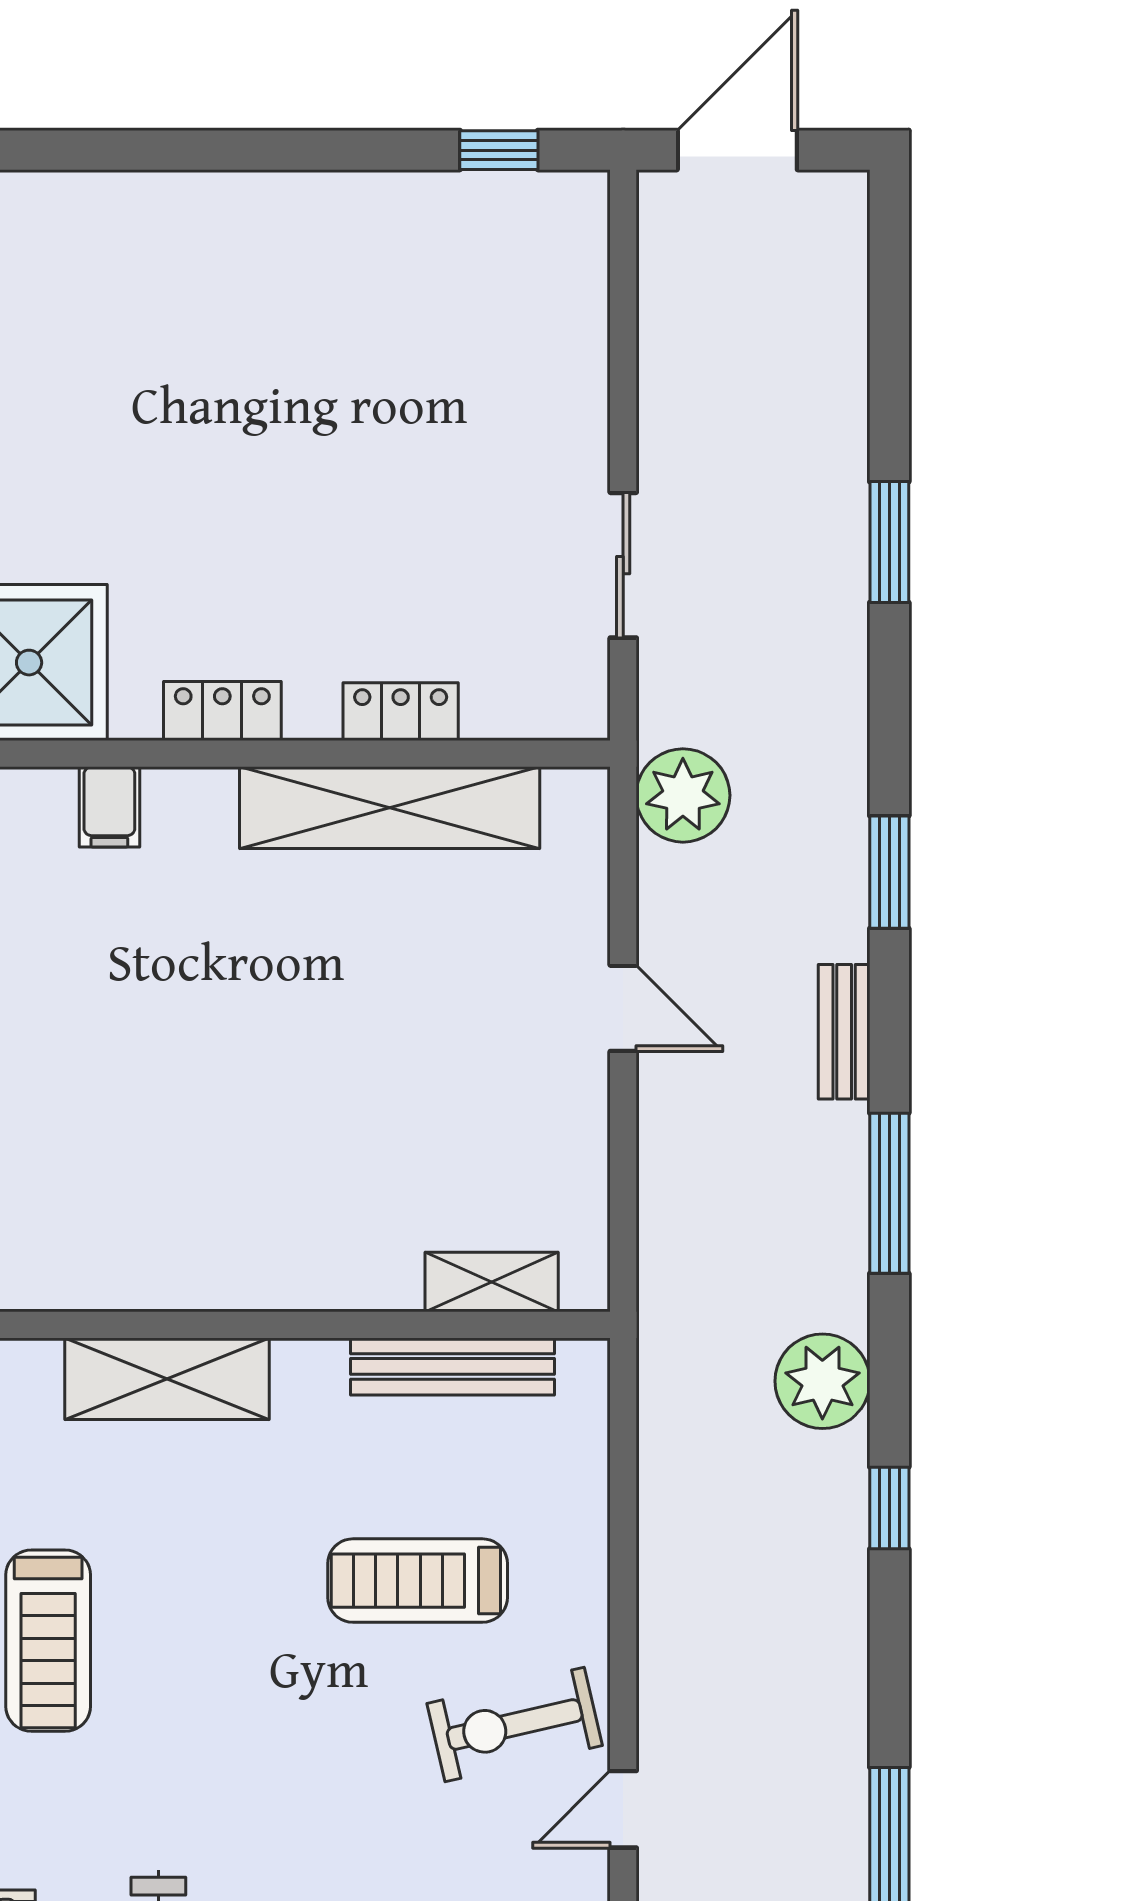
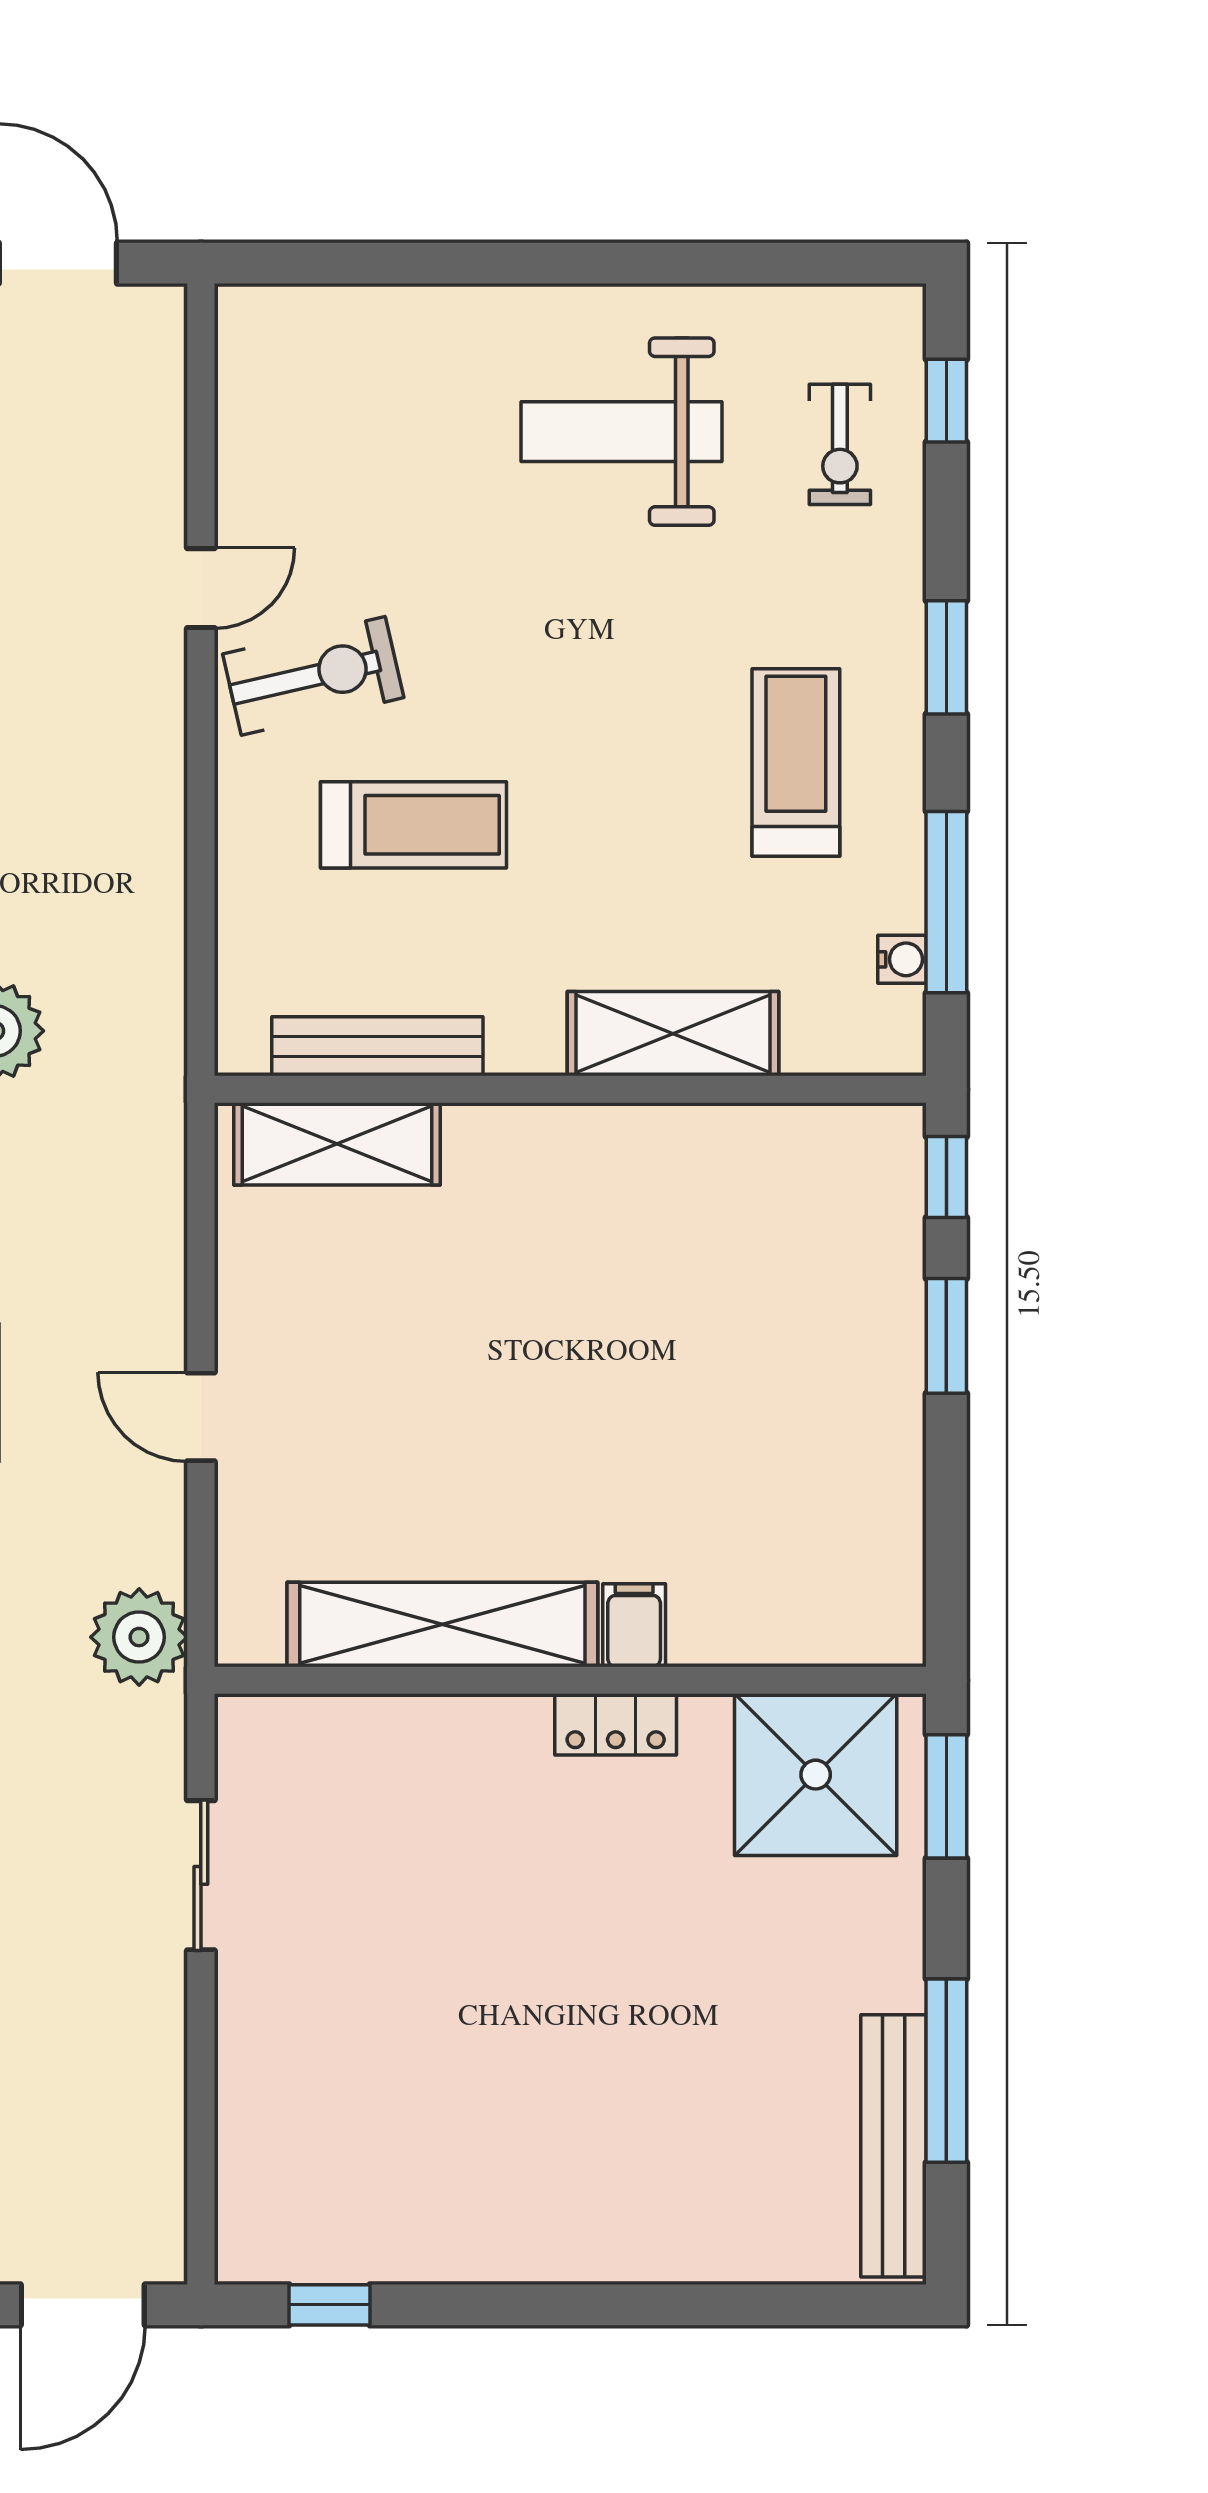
locker: (401, 712) -> (431, 1724), removed
filing cabinet: (109, 807) -> (634, 1625), moved
shelving: (492, 1282) -> (337, 1144), width x1.50, depth x1.33

